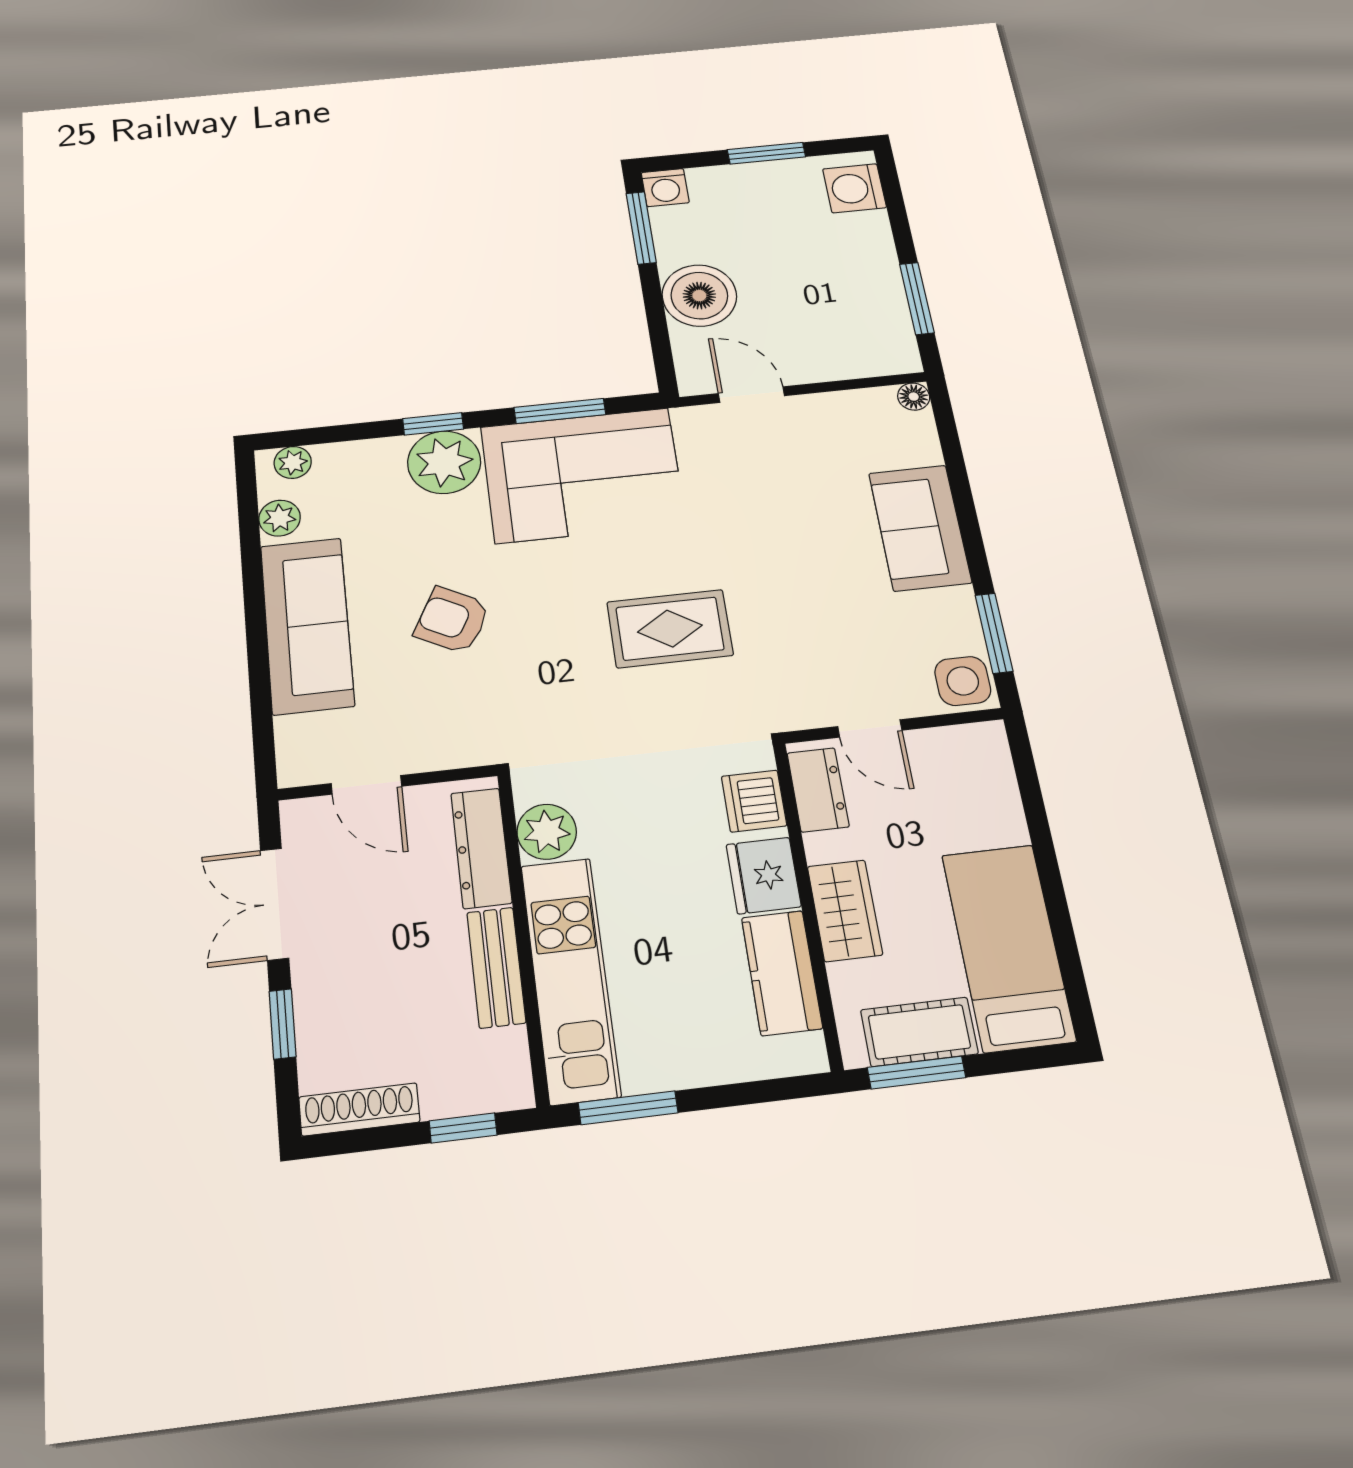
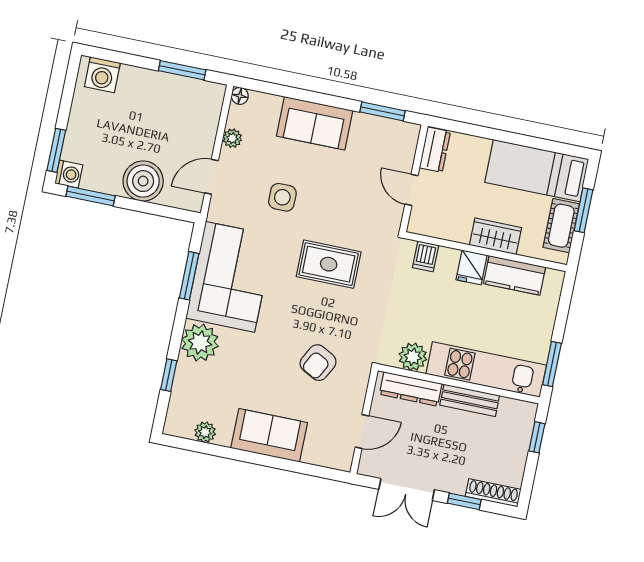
window: (766, 153) -> (56, 150), moved
window: (433, 424) -> (169, 375), moved
plant: (293, 462) -> (232, 138), moved
armchair: (452, 620) -> (318, 363), moved
sofa: (307, 625) -> (269, 435), width x0.73
rug: (670, 629) -> (329, 264), turned 90
side table: (963, 681) -> (282, 197), moved
door: (870, 728) -> (412, 190), swing flipped
dresser: (818, 790) -> (435, 150), moved, turned 90
dishwasher: (754, 801) -> (426, 256), width x0.73
fridge: (764, 876) -> (472, 267), width x0.72
window: (917, 1073) -> (584, 210), moved
shoe rack: (359, 1109) -> (493, 493), moved, turned 90

